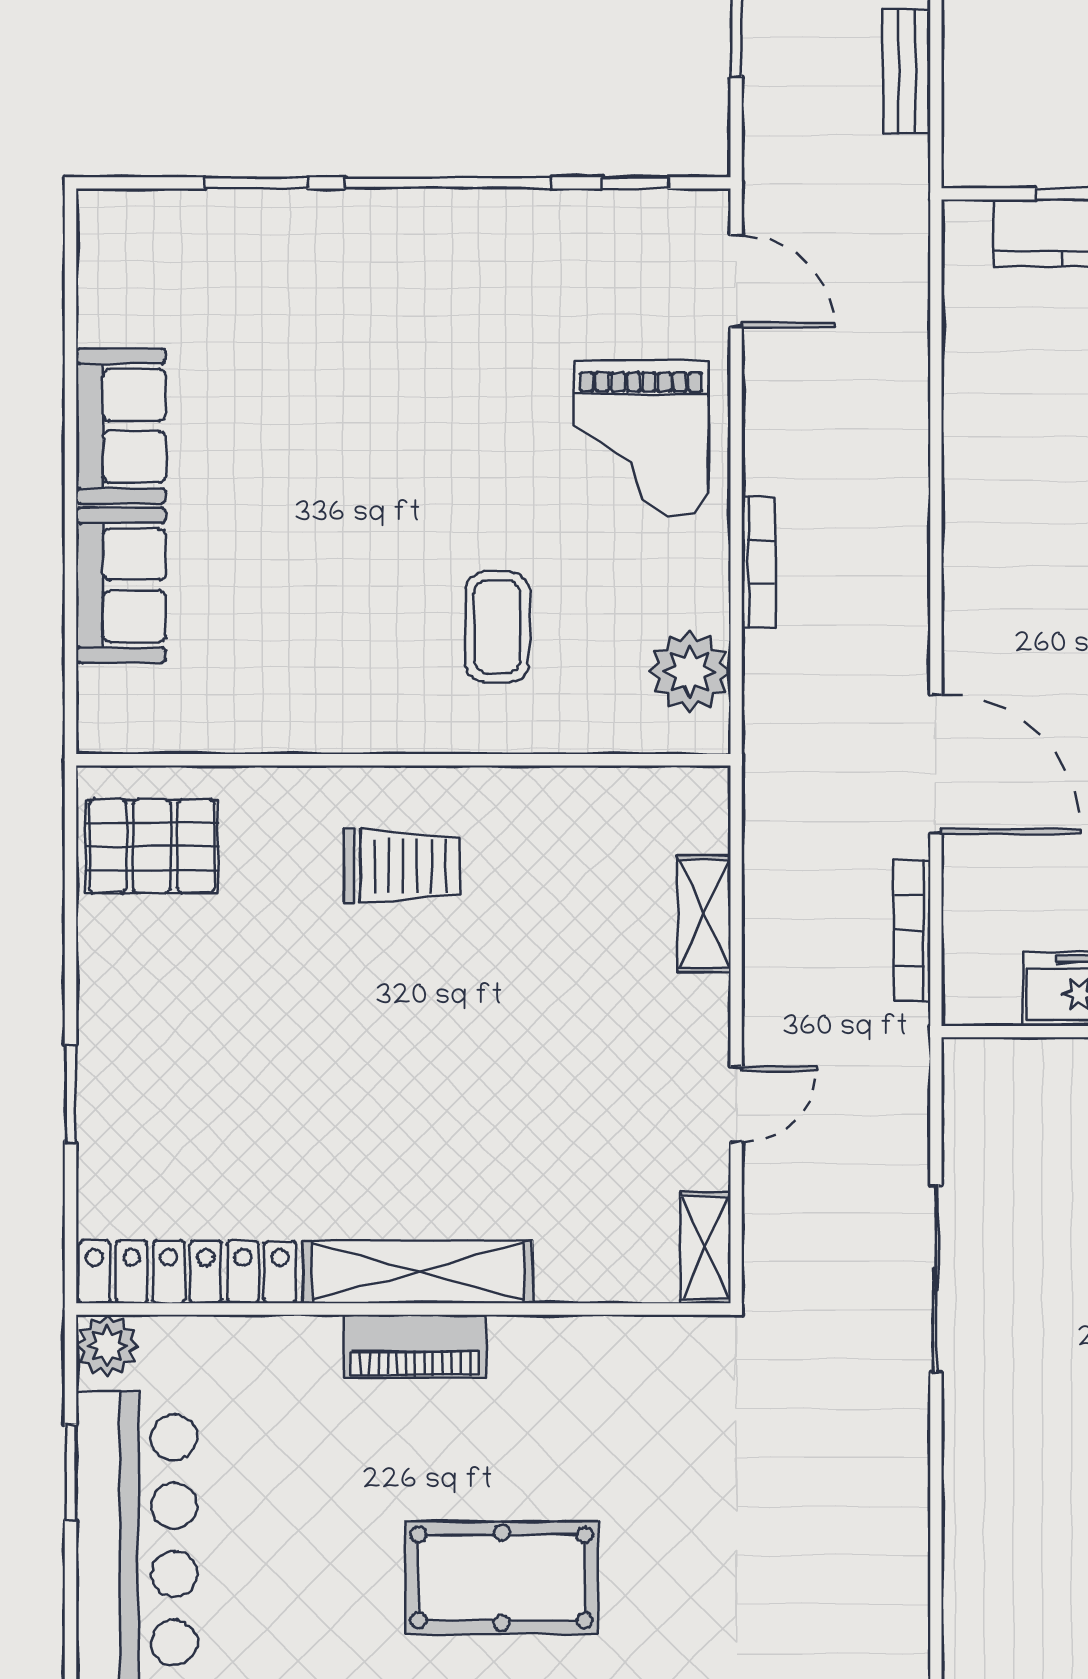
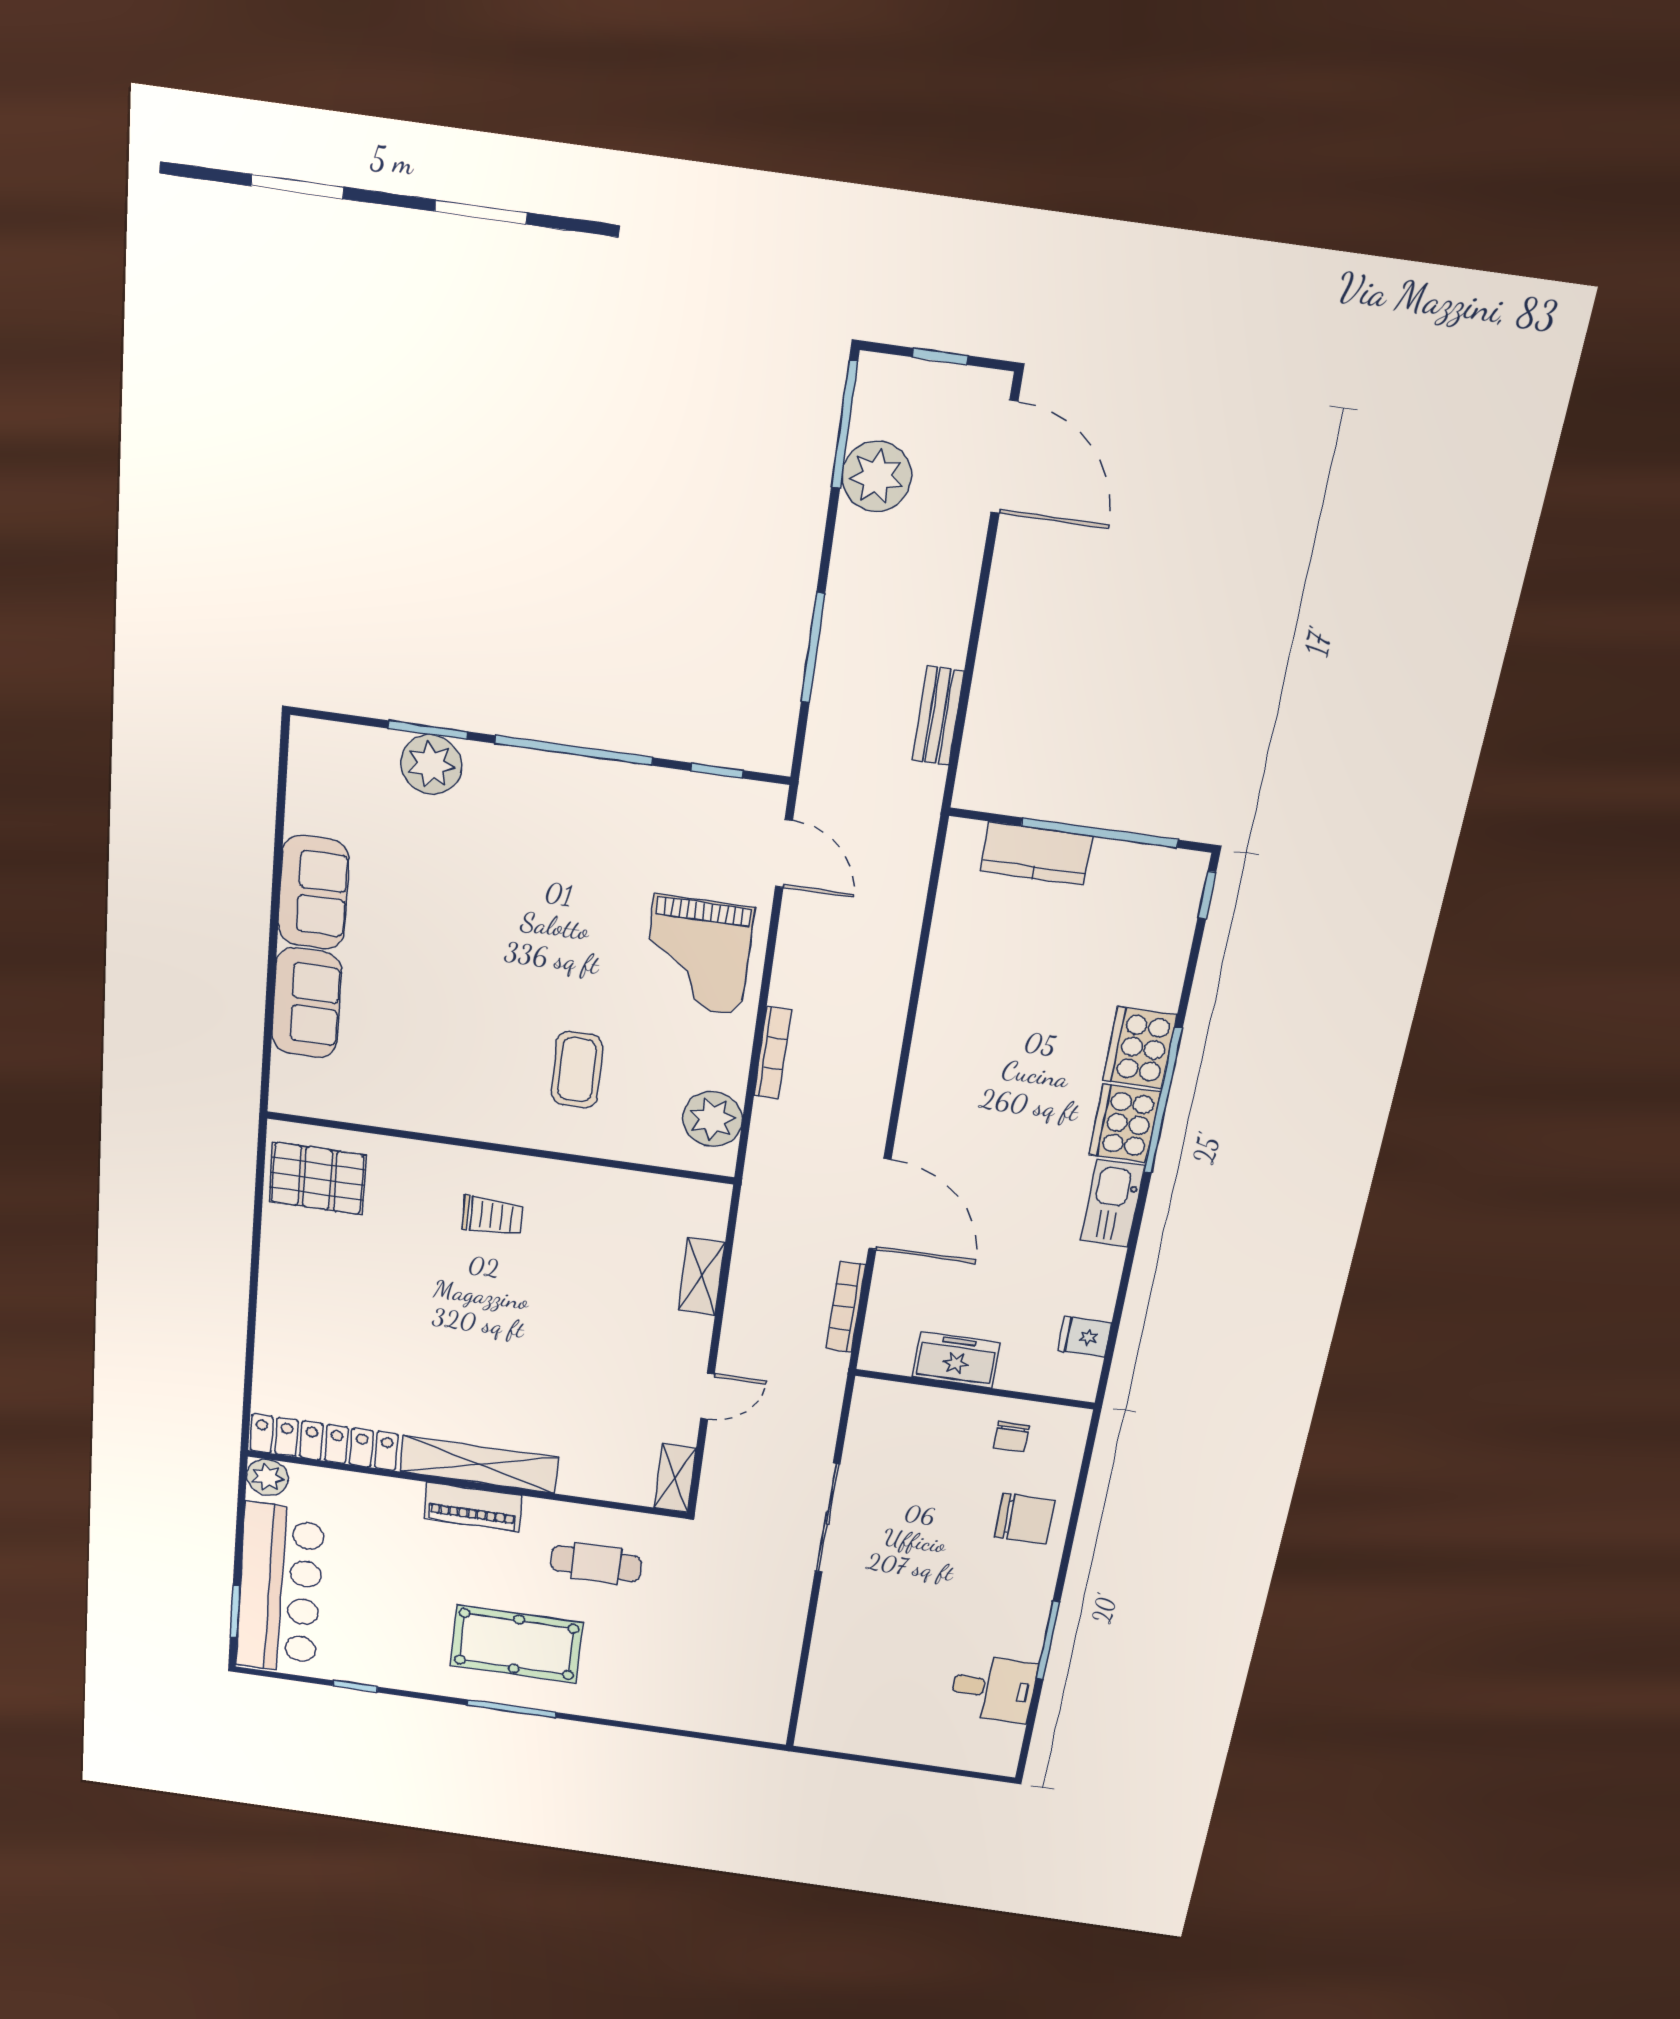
plant: (264, 228) -> (431, 765), added
trolley: (402, 866) -> (493, 1216), width x0.73, depth x0.72
window: (70, 1094) -> (251, 1325), removed
cafe table: (607, 1414) -> (596, 1563), added
window: (70, 1472) -> (235, 1612), moved

